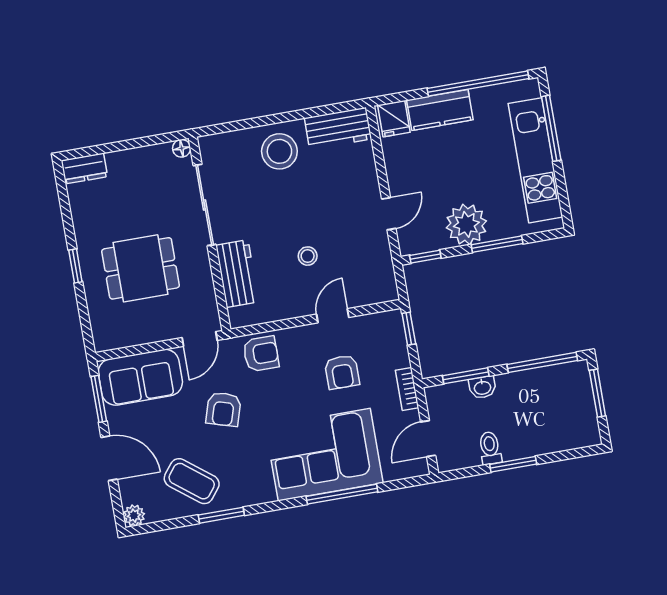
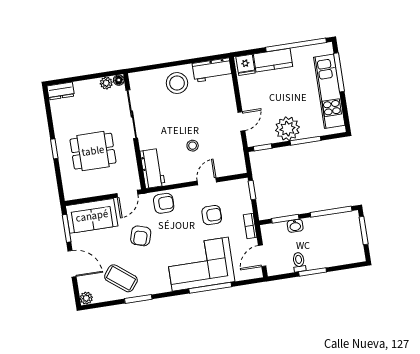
plant: (161, 154) -> (106, 83), added
workbench: (237, 274) -> (152, 168), moved
armchair: (342, 372) -> (212, 215), turned -90

